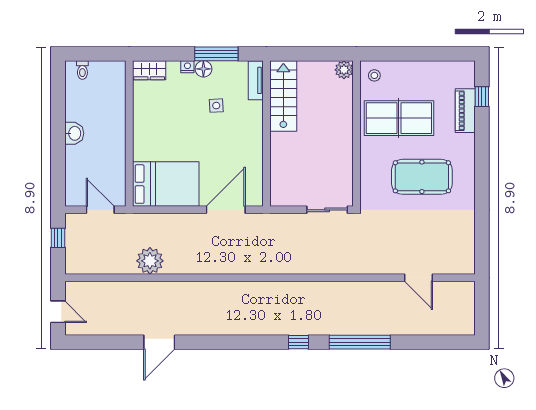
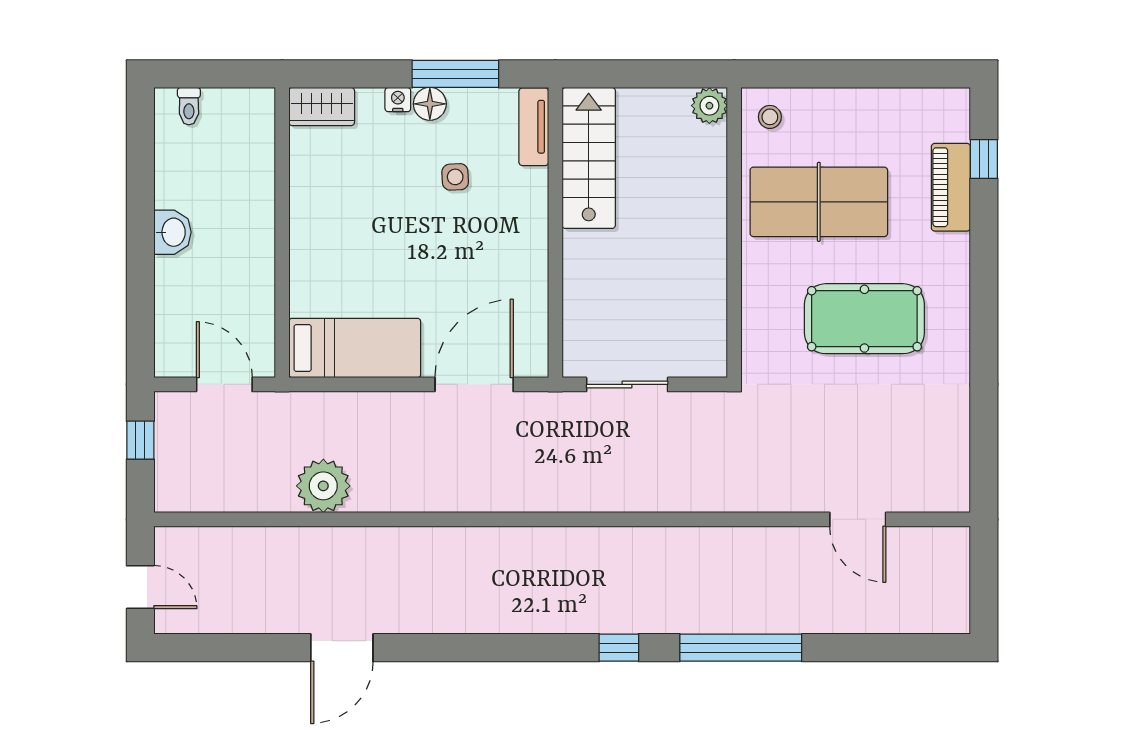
bed: (166, 184) -> (355, 348), width x0.67
sliding door: (327, 210) -> (627, 384), moved

